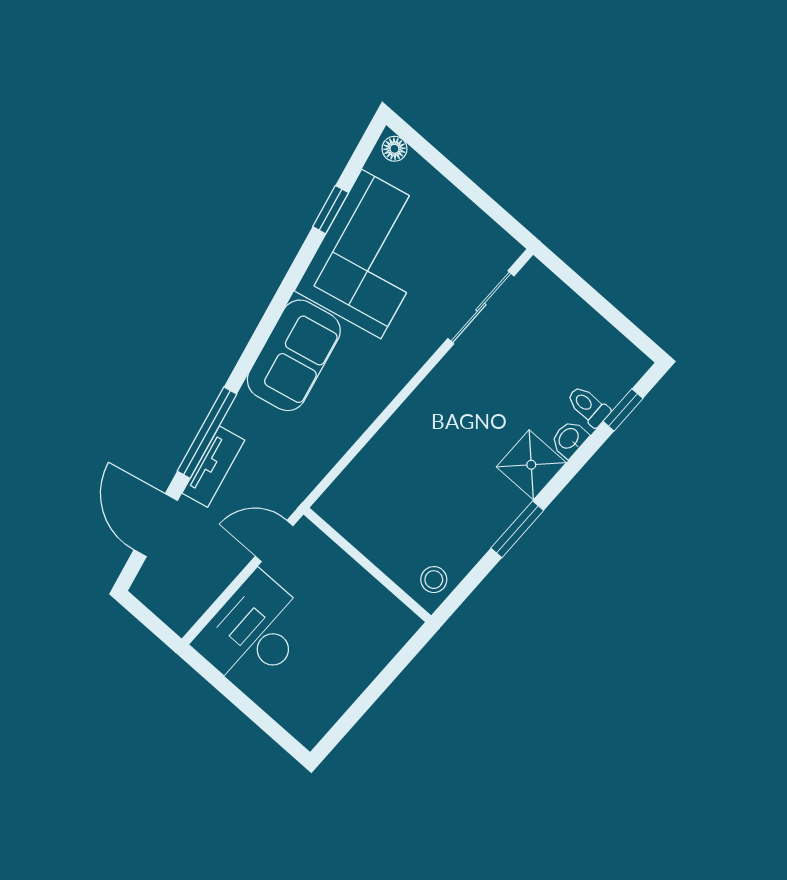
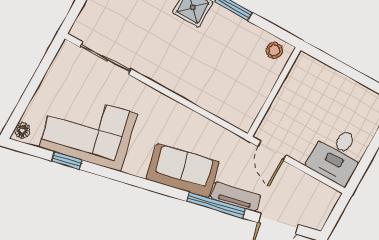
sofa: (294, 355) -> (183, 171), moved
desk: (254, 633) -> (337, 155), width x0.73

